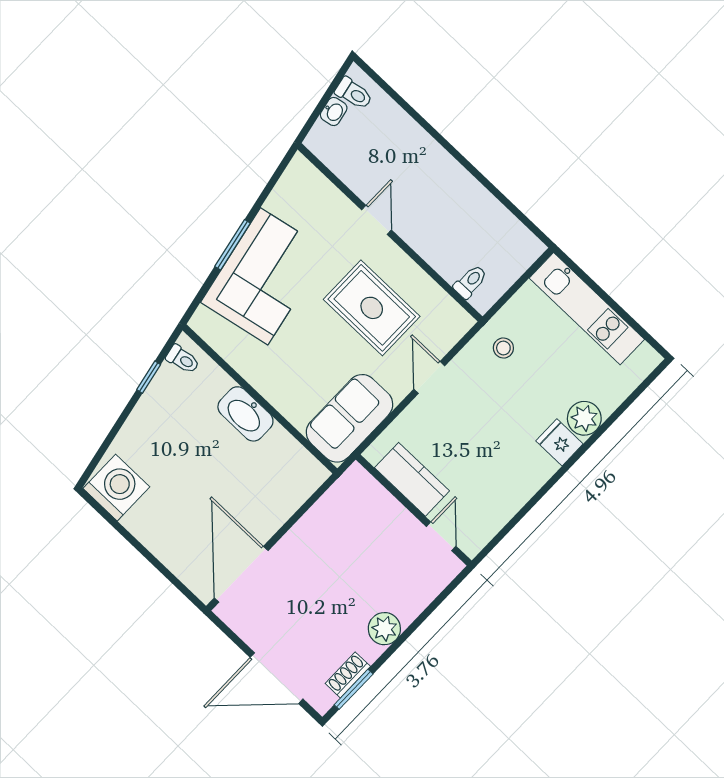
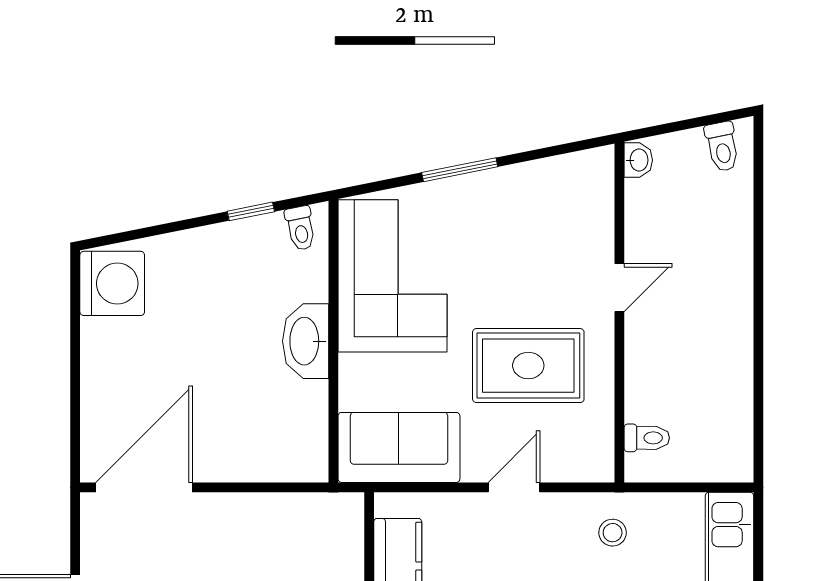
washbasin: (334, 111) -> (638, 160), moved, turned -79
corner sofa: (264, 276) -> (393, 276), moved, turned -79
rug: (372, 308) -> (528, 366), turned 90

